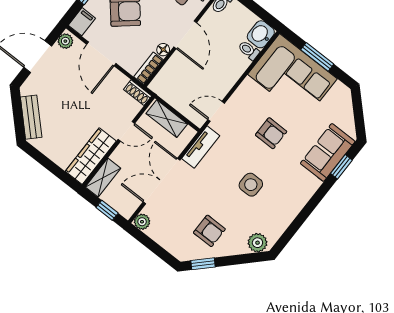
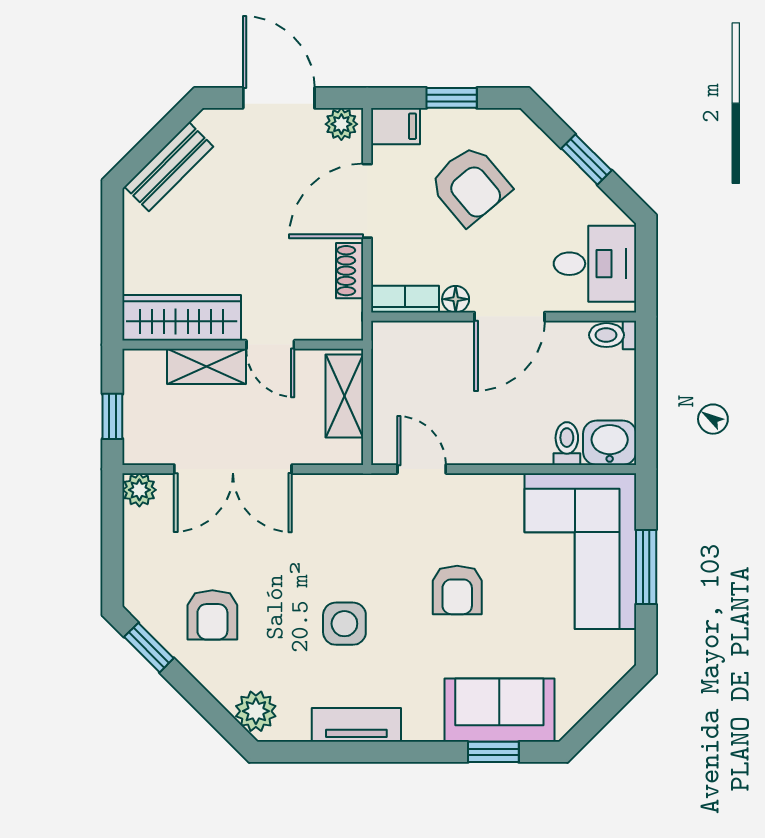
shoe rack: (138, 93) -> (350, 271), moved
tv unit: (201, 147) -> (356, 725), moved, turned 180
shelving: (103, 178) -> (206, 366), moved
double door: (161, 181) -> (233, 469), swing flipped

